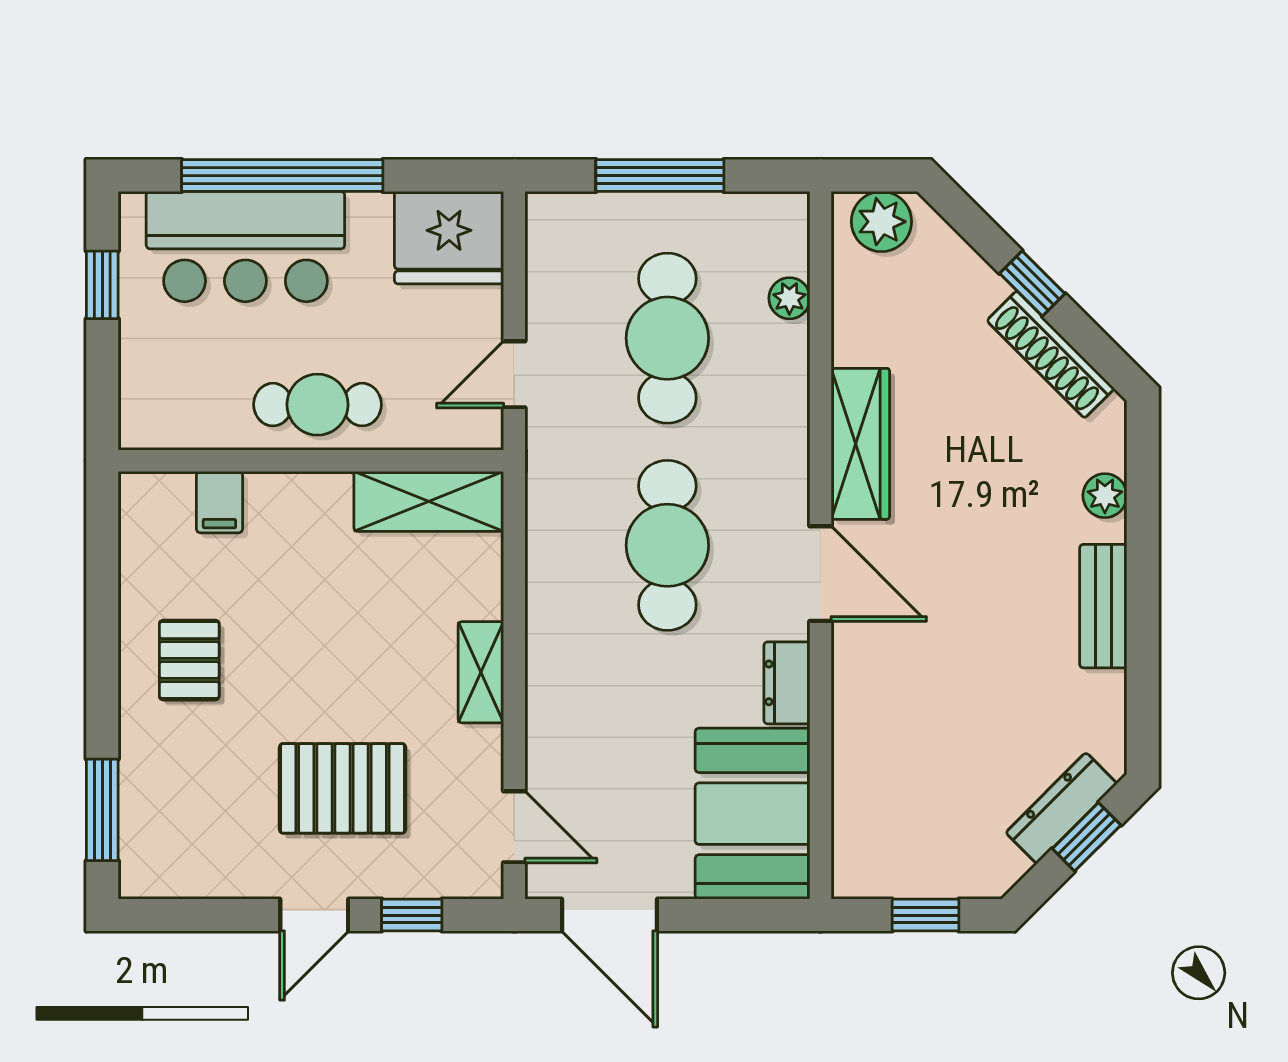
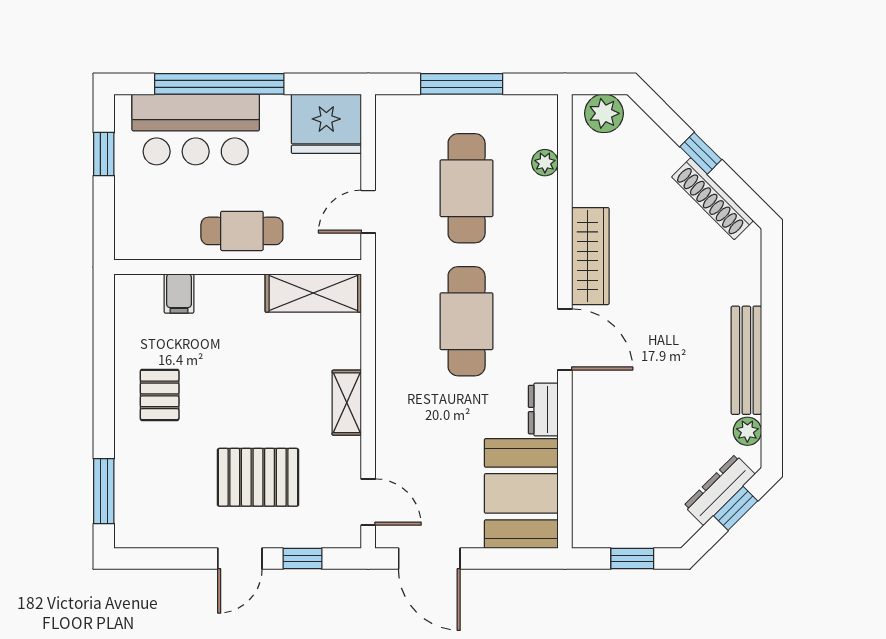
plant: (1105, 496) -> (747, 431), moved
bench: (1103, 606) -> (746, 360), width x1.36

